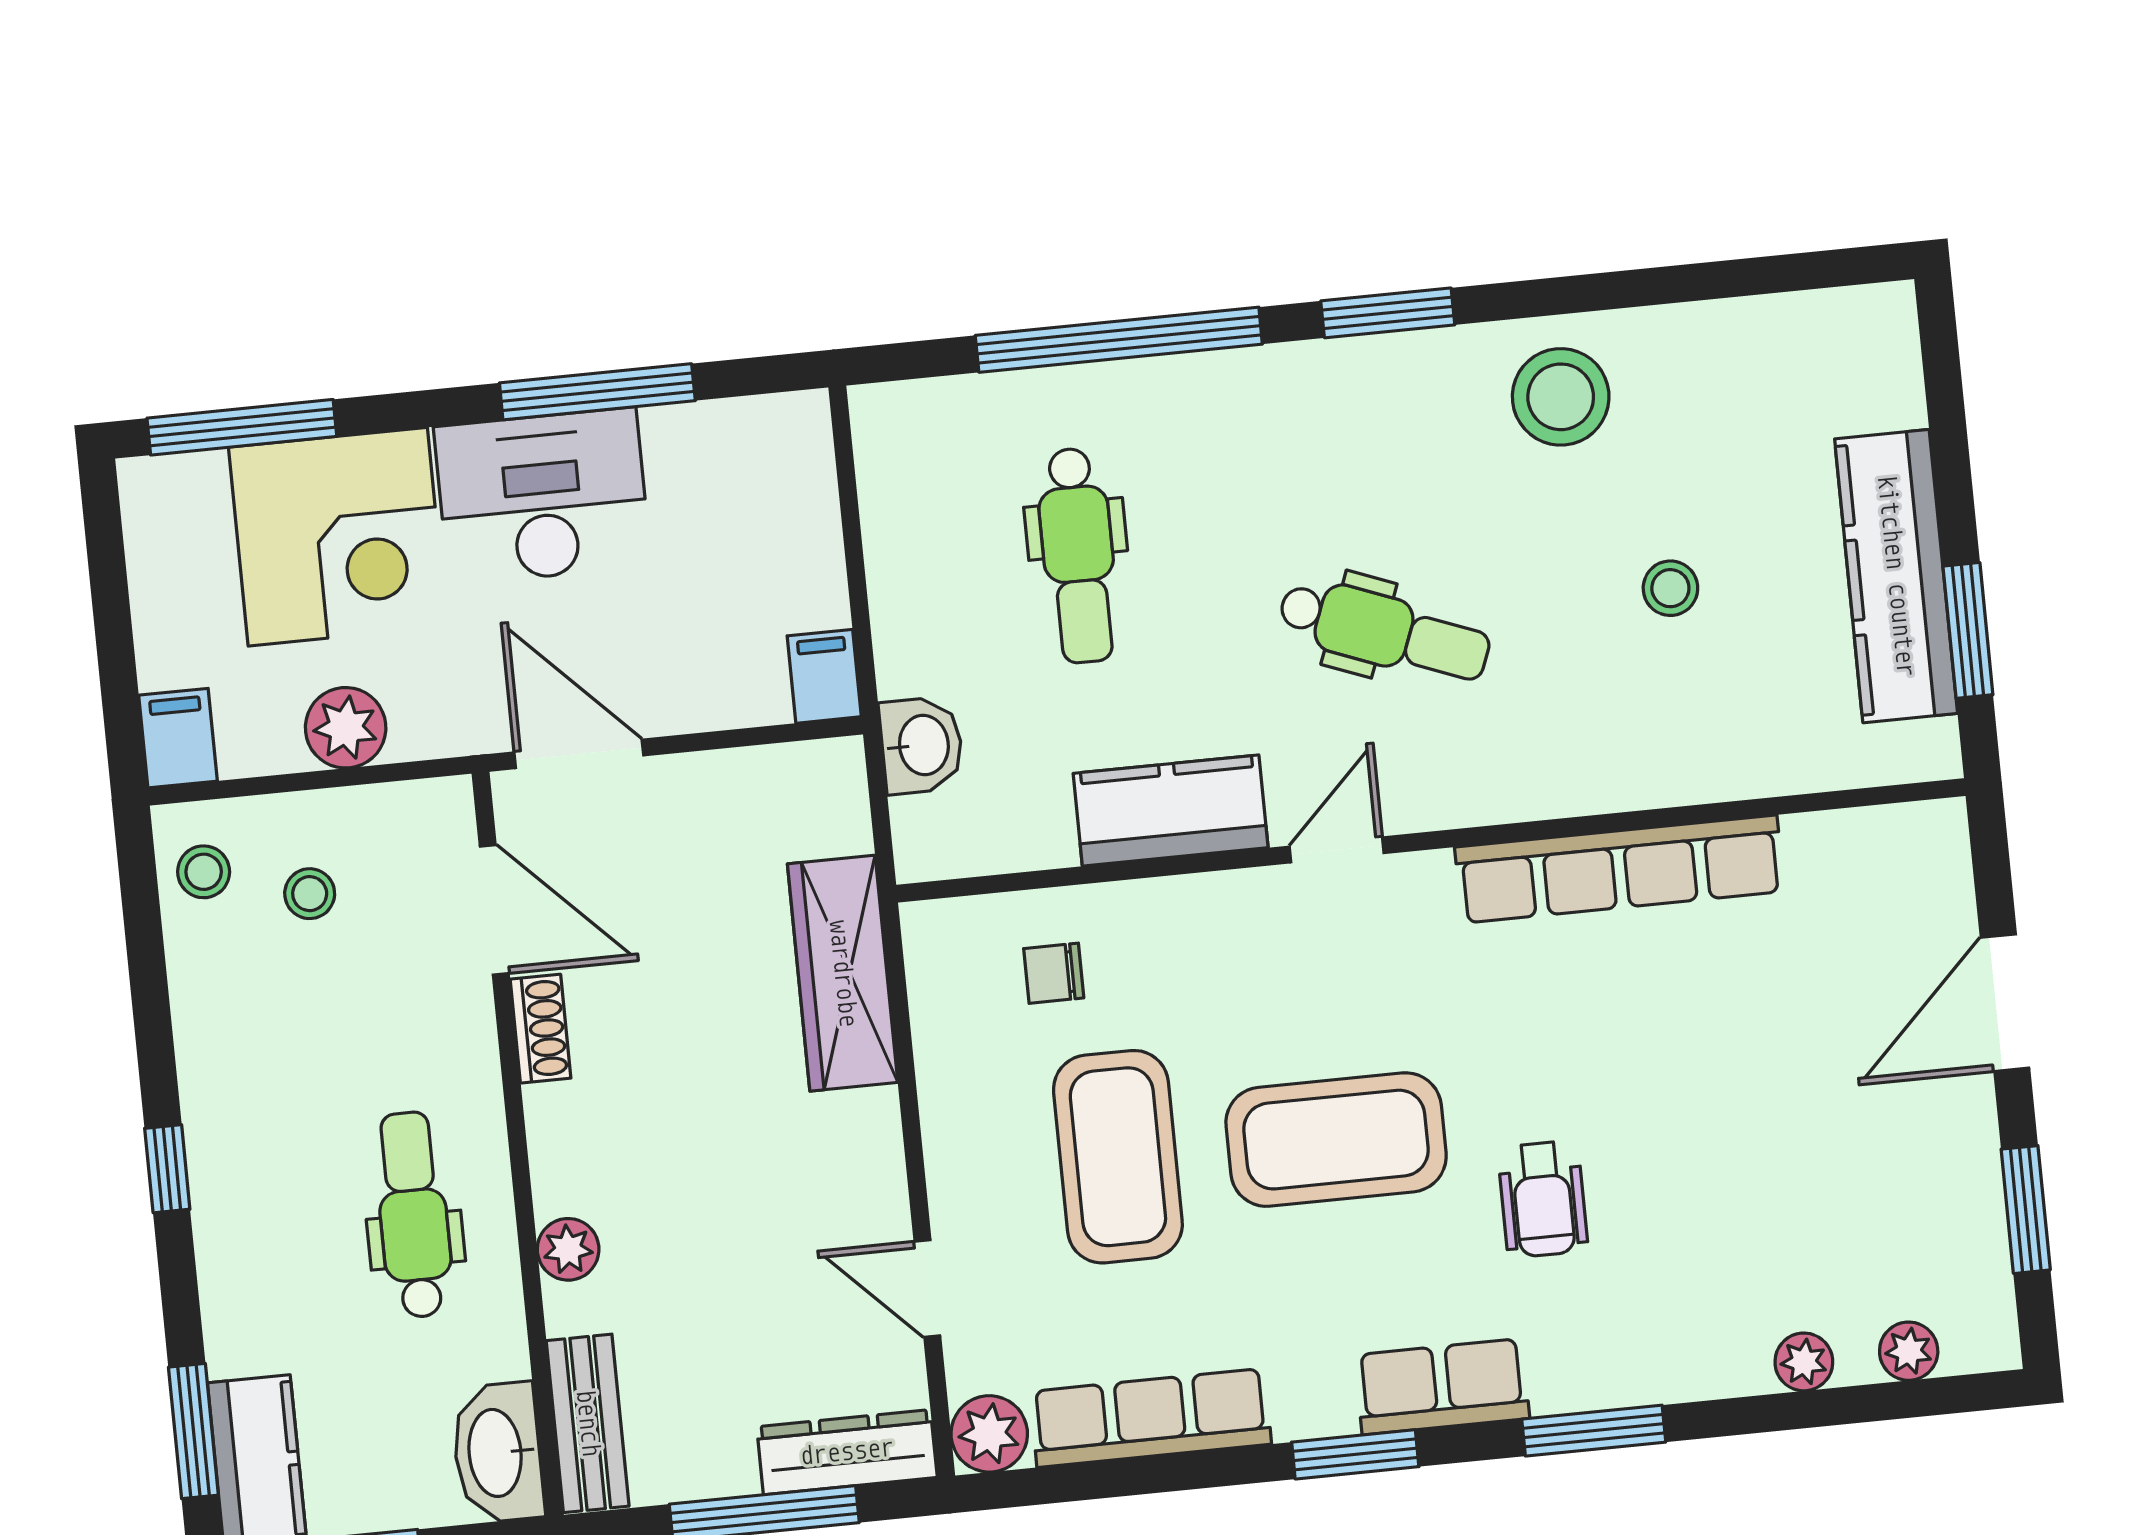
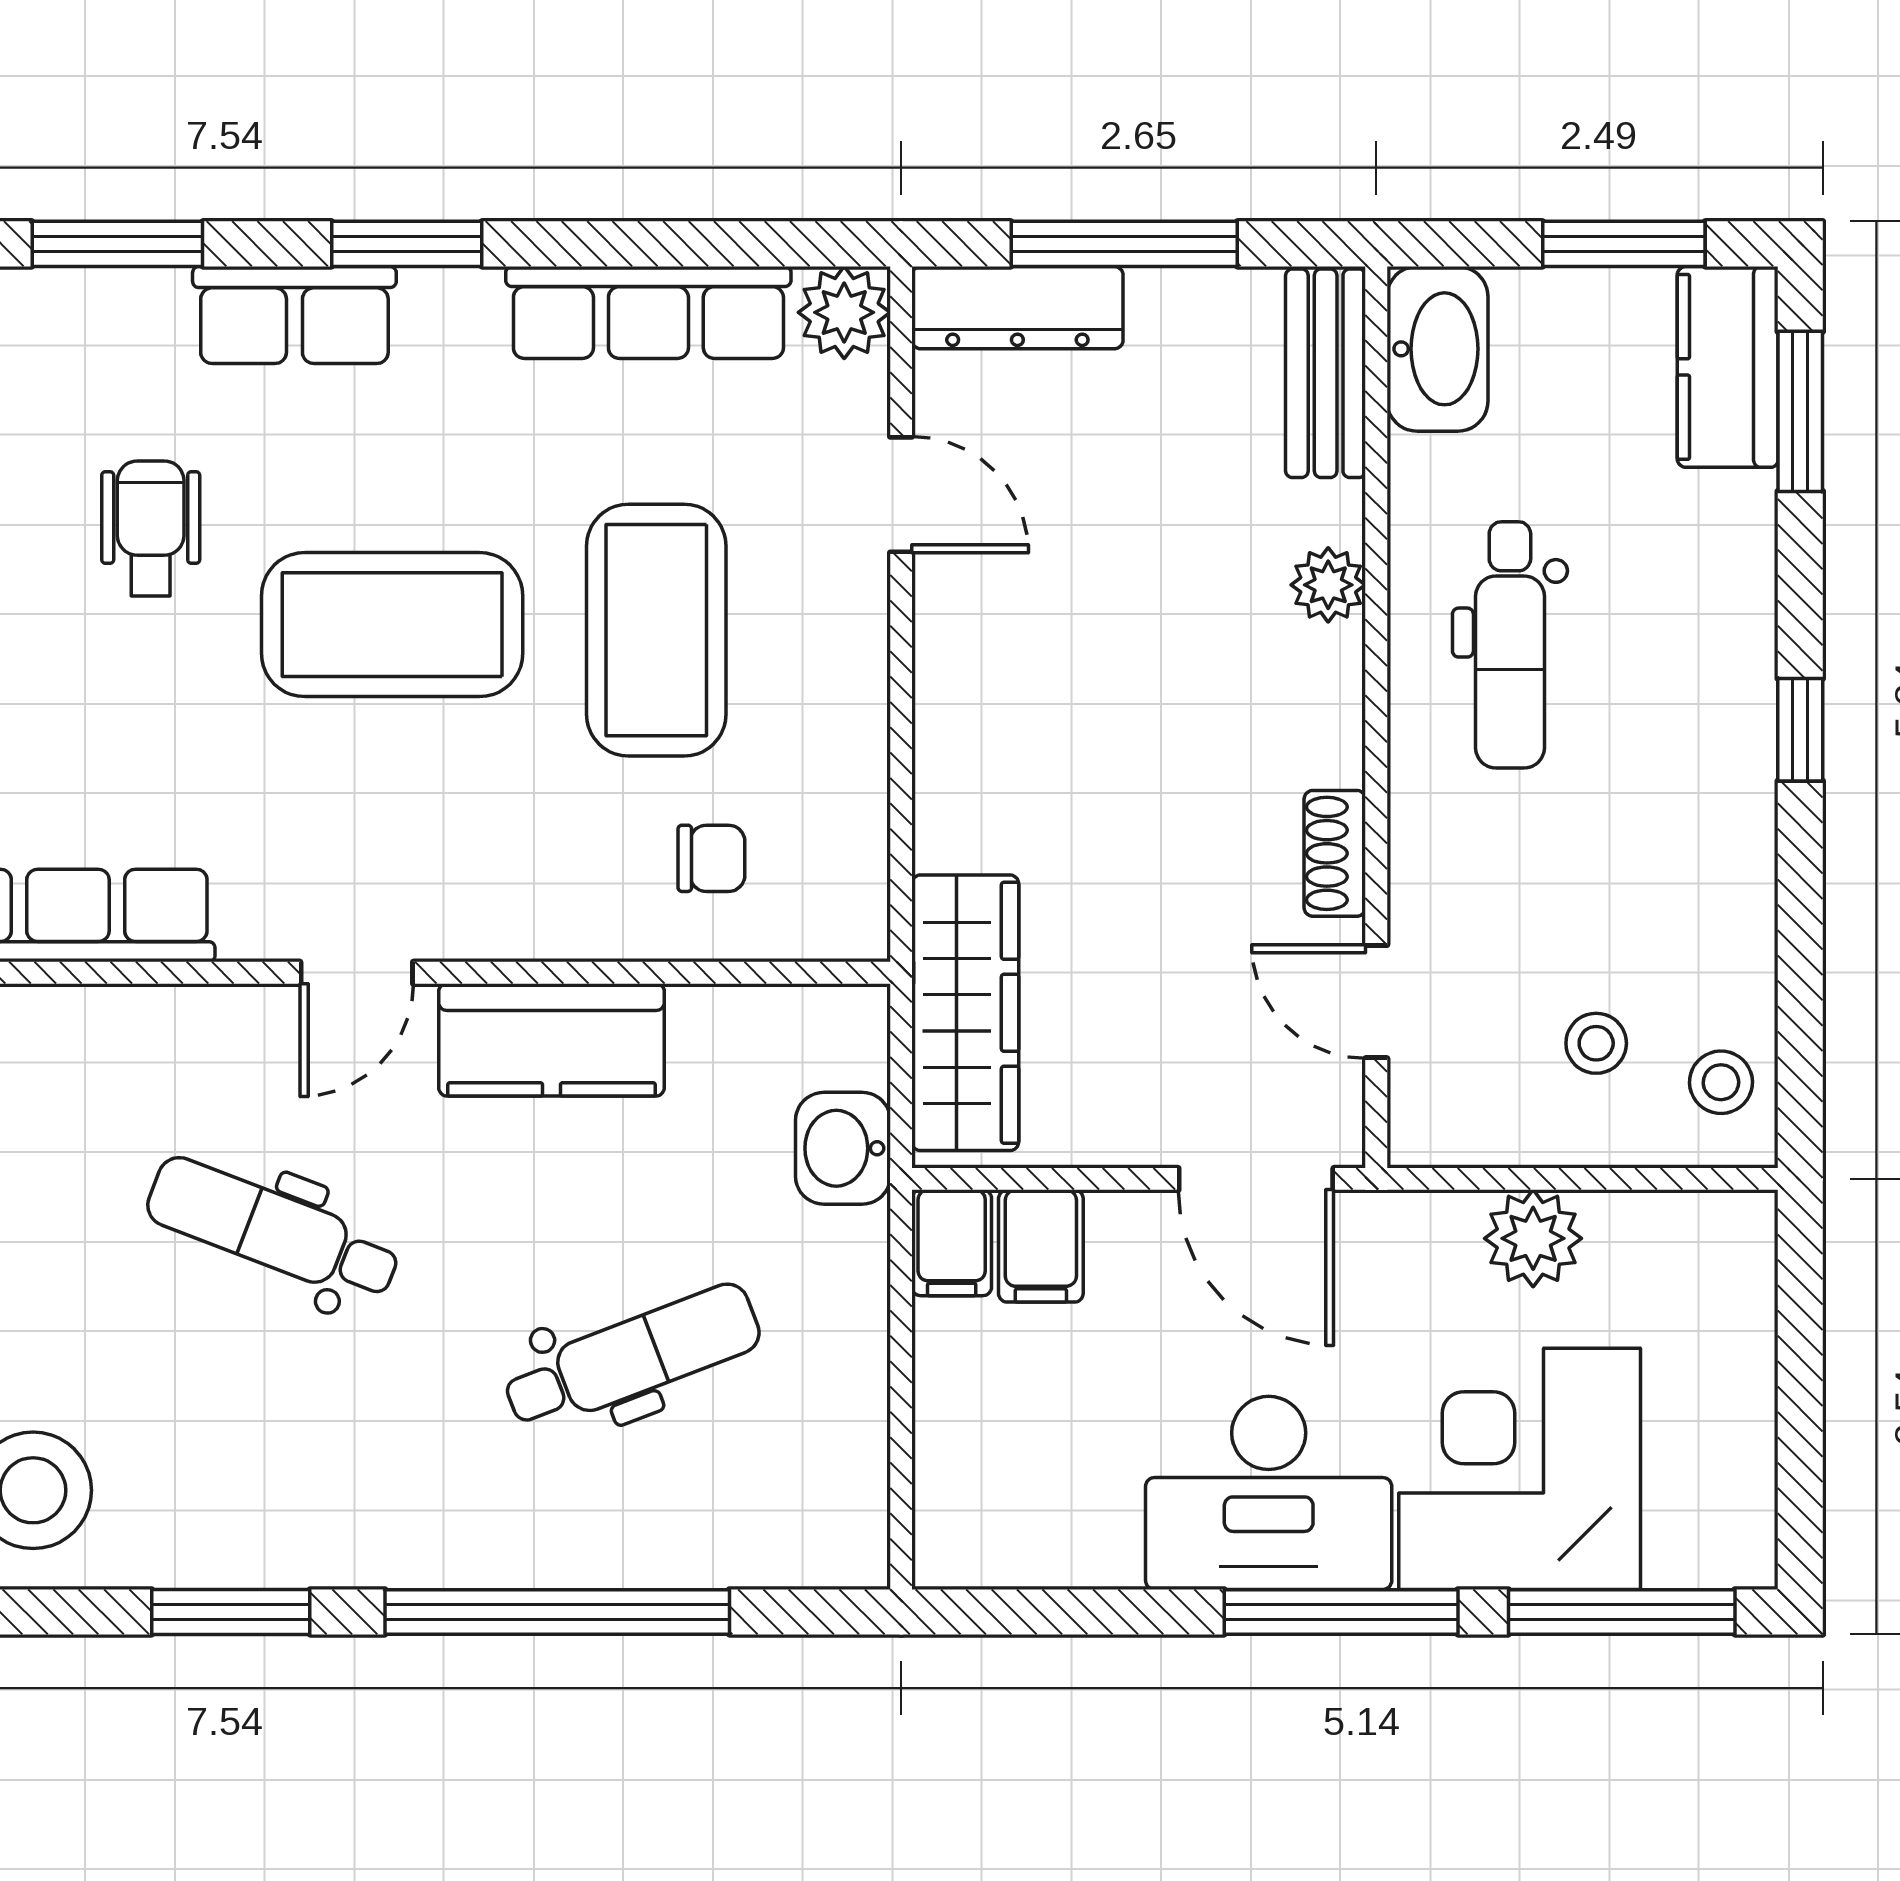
window: (597, 392) -> (1341, 1612), moved
dental chair: (1078, 556) -> (632, 1357), turned 69
filing cabinet: (178, 738) -> (1041, 1246), moved
door: (494, 910) -> (1376, 1002), width x0.73
wardrobe: (843, 973) -> (965, 1013), moved

